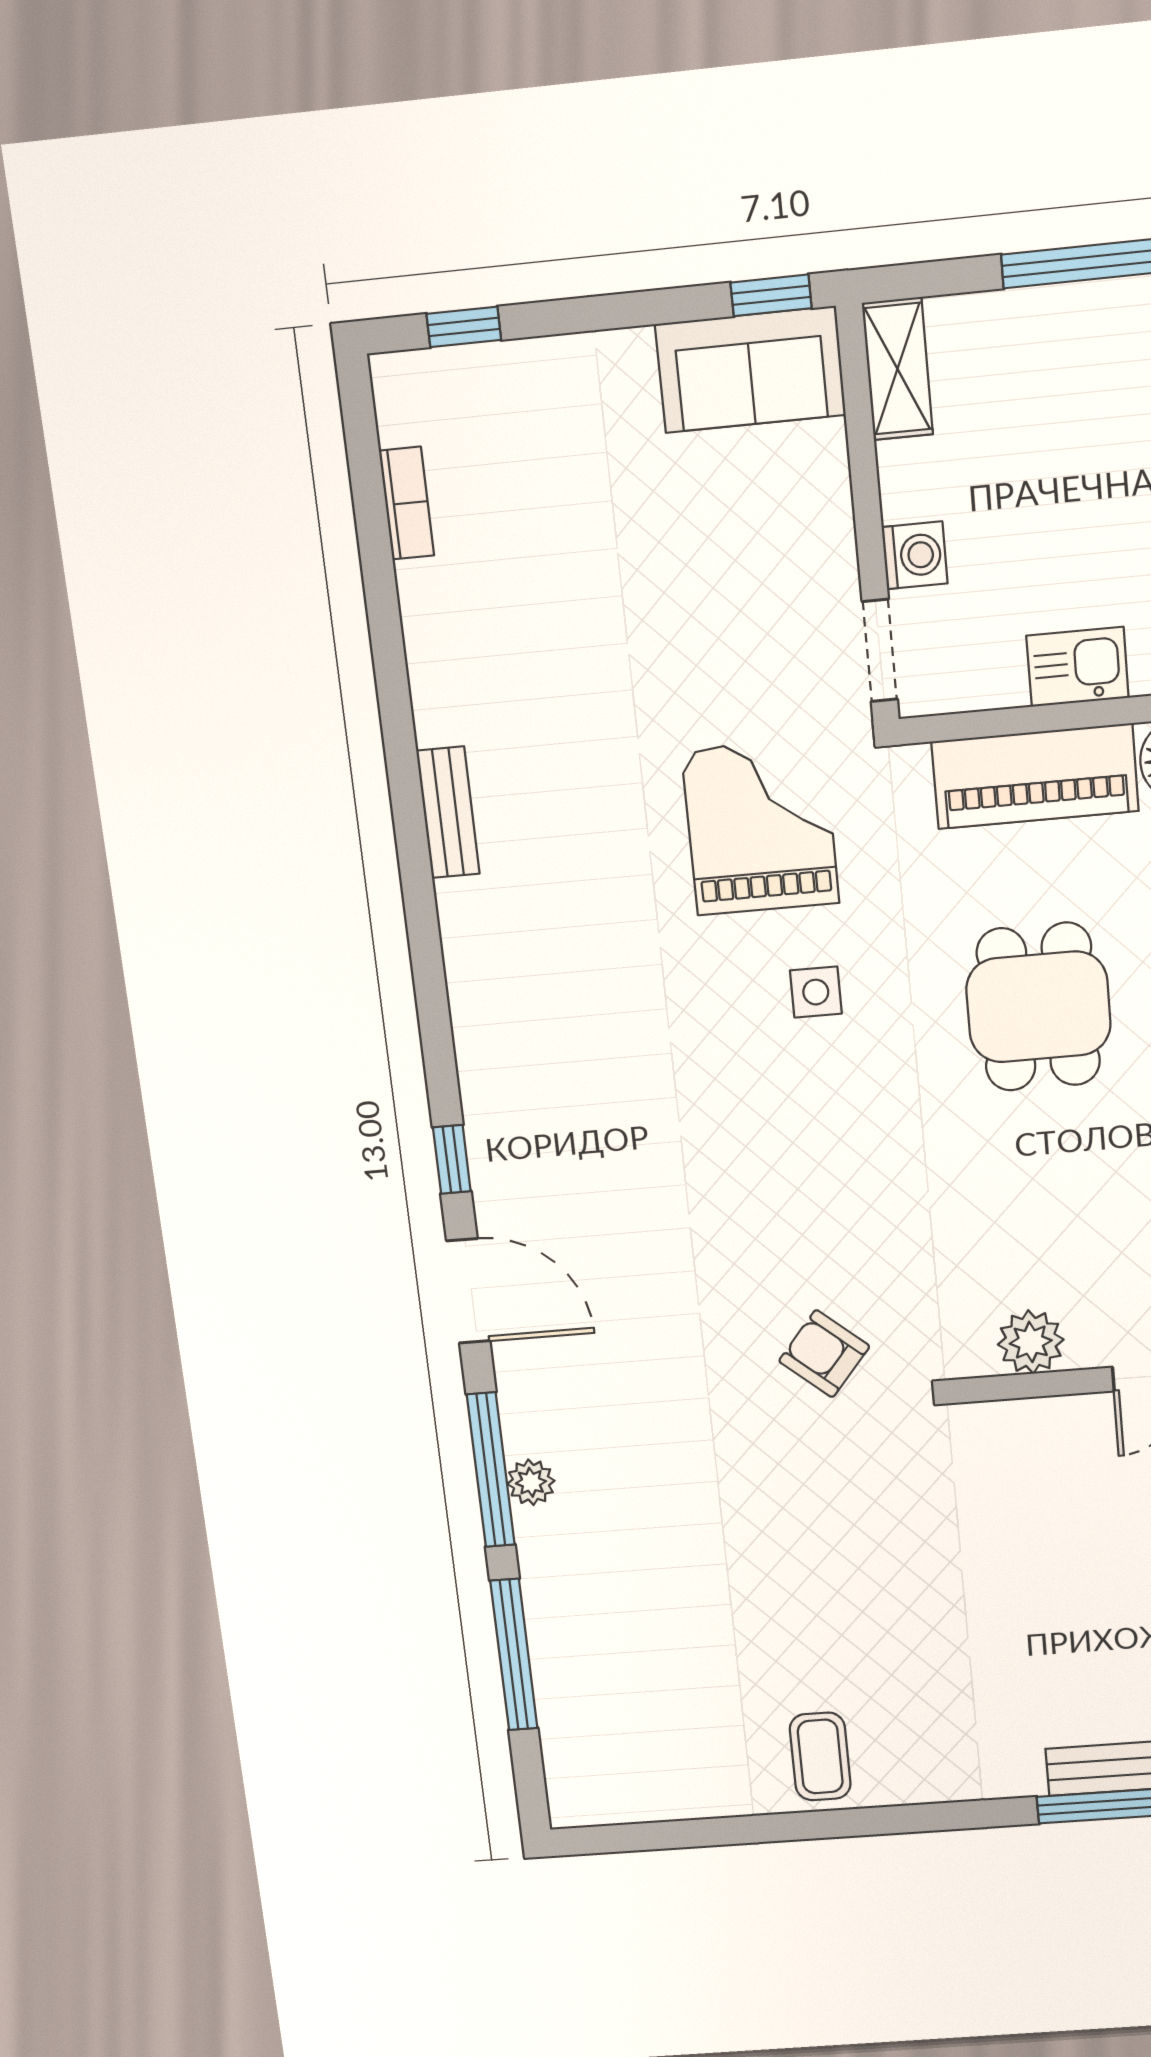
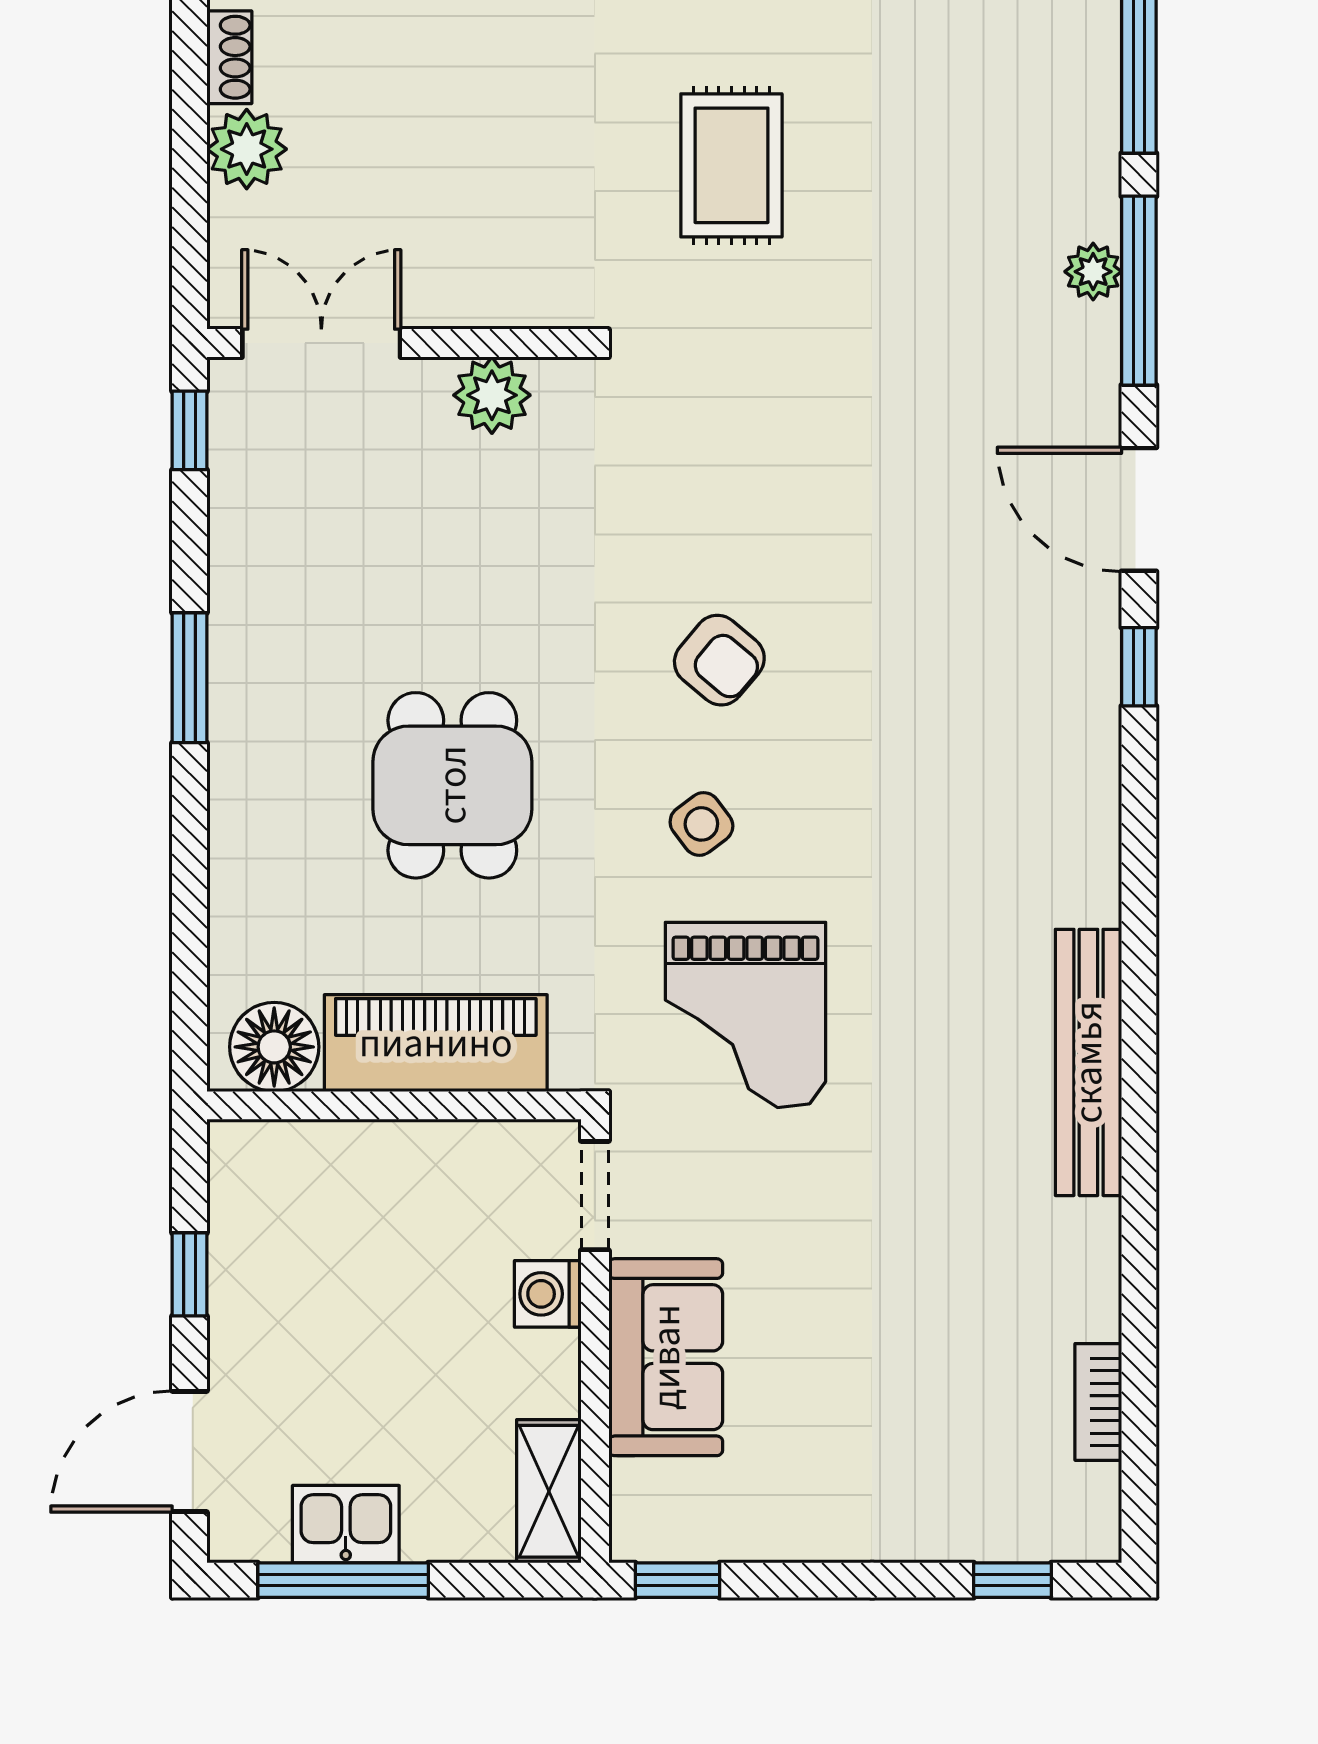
sofa: (750, 370) -> (666, 1357), moved, turned 90
kitchen sink: (1078, 667) -> (346, 1524), moved, turned 180
bench: (448, 812) -> (1088, 1062), width x1.86, depth x1.21
side table: (816, 992) -> (701, 824), turned -37
armchair: (824, 1354) -> (719, 660), moved
rug: (844, 1545) -> (731, 165), added

